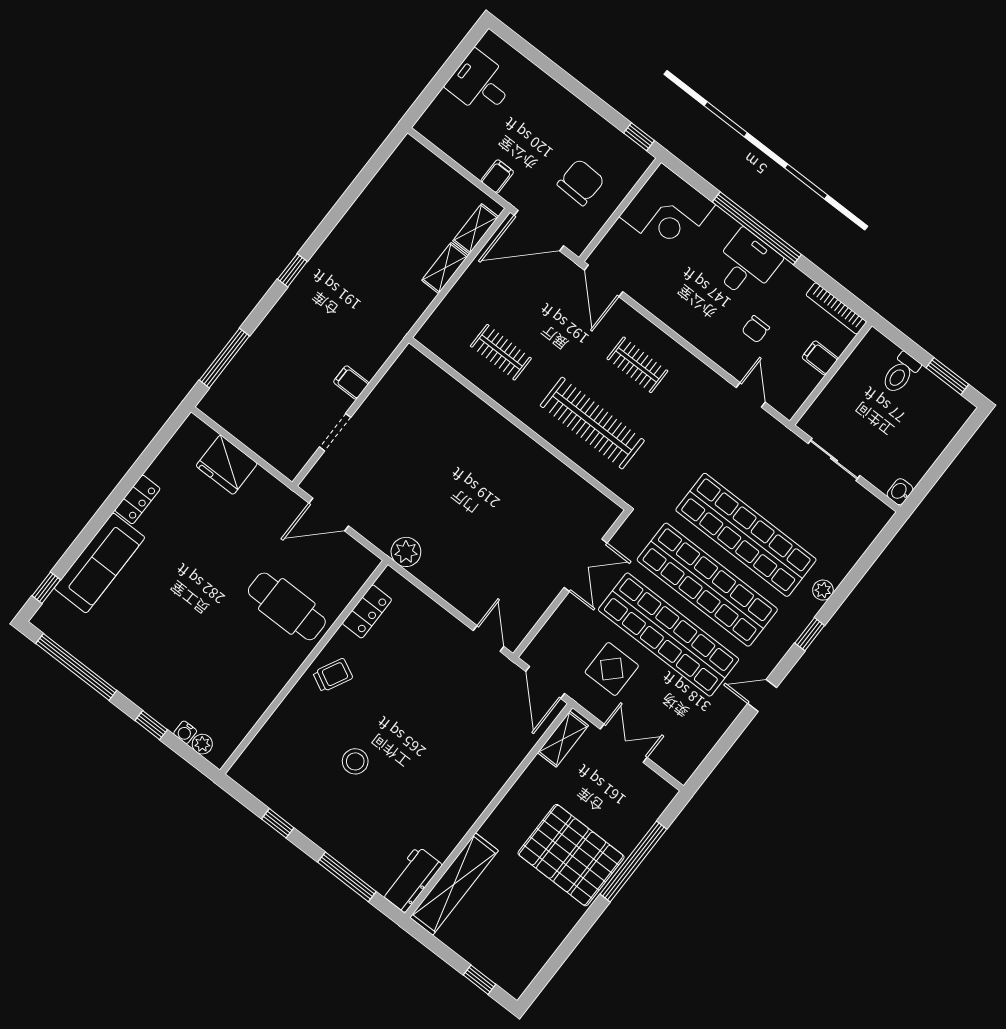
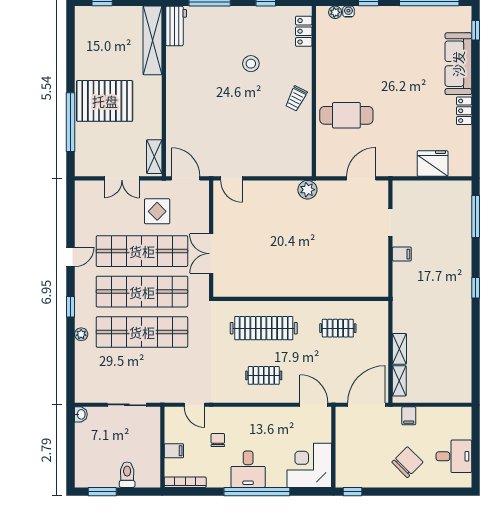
chair: (581, 182) -> (407, 462), moved, turned -137
locker: (367, 611) -> (304, 31), moved

